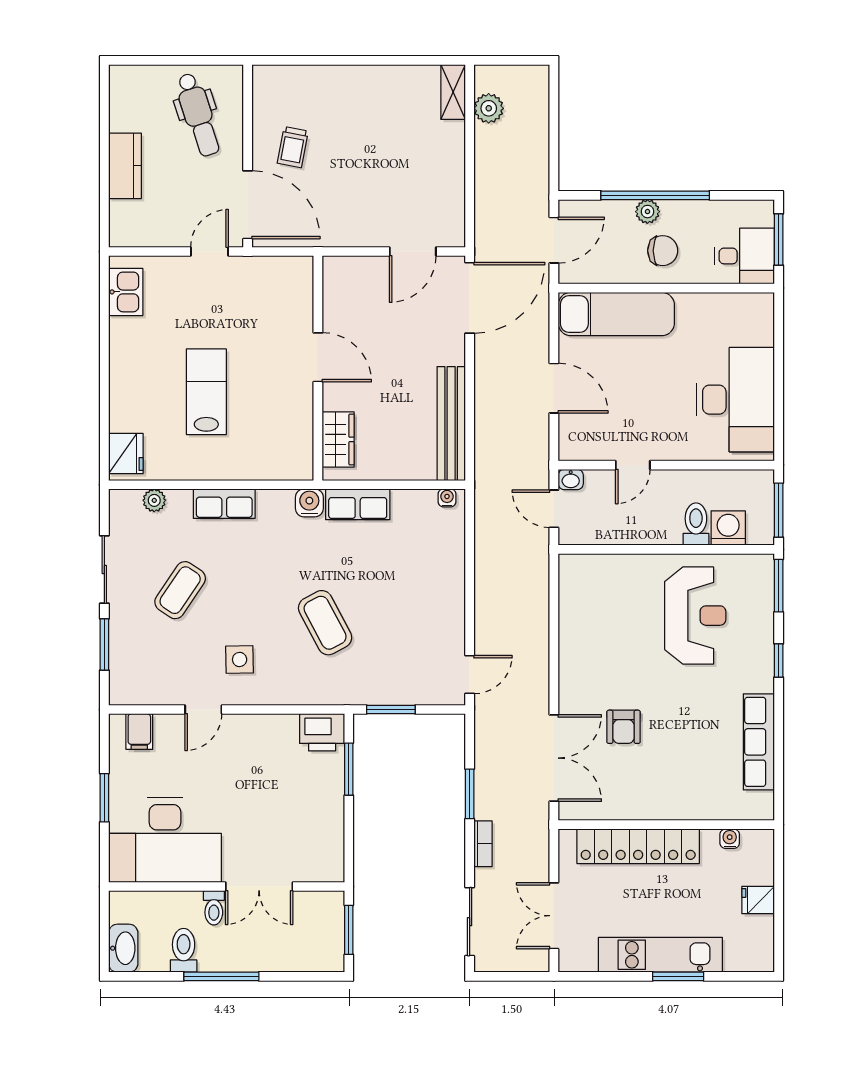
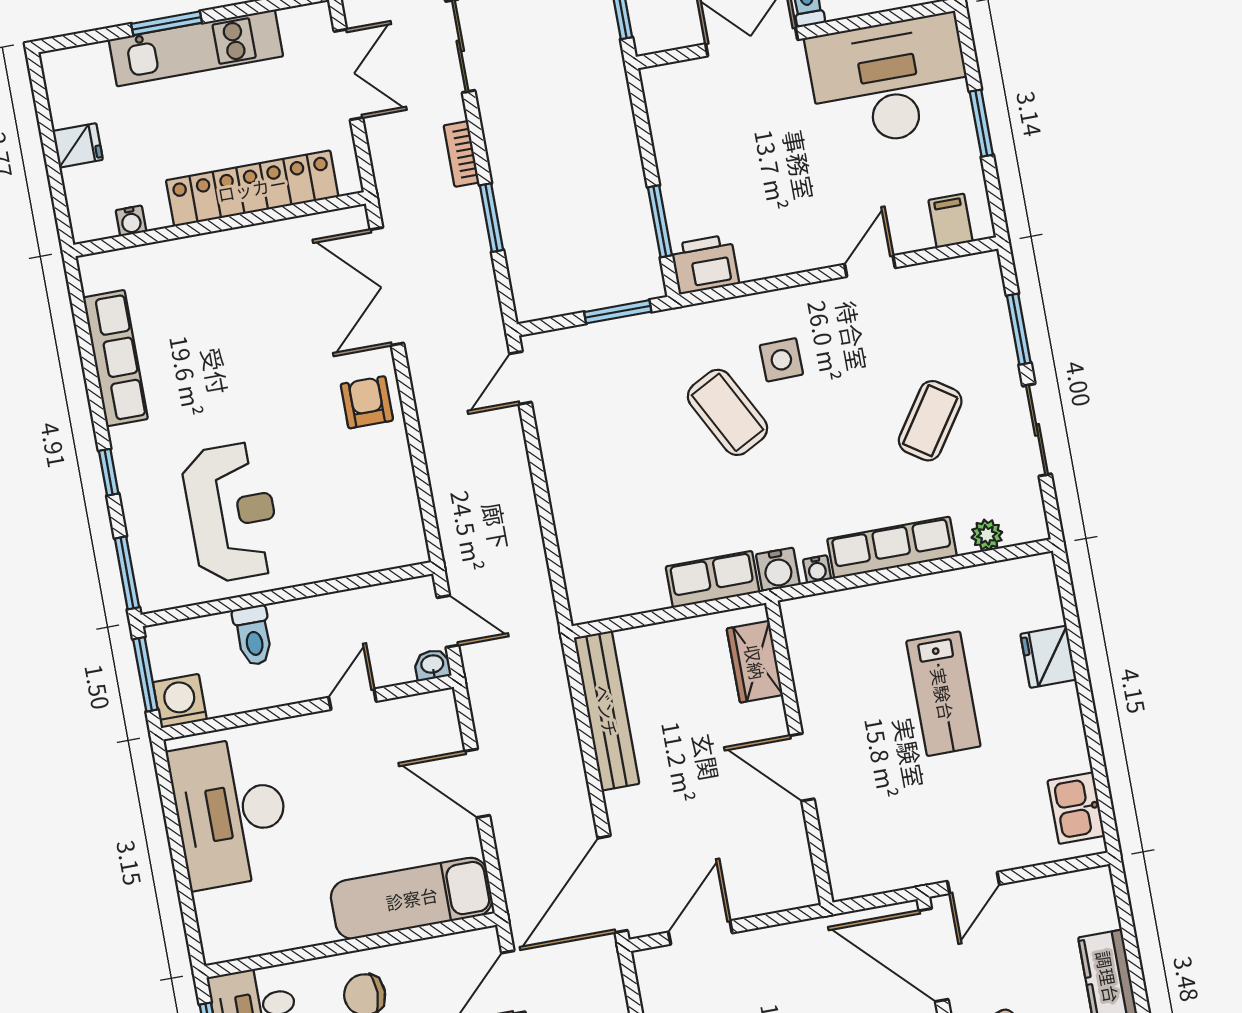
fridge: (126, 454) -> (1048, 657), moved
water cooler: (447, 498) -> (817, 569), moved
row of seats: (224, 504) -> (892, 548), width x1.48
washing machine: (728, 528) -> (180, 701), moved, turned 180
reception desk: (695, 616) -> (232, 512), turned 180
side table: (240, 659) -> (781, 360), moved
armchair: (624, 727) -> (367, 402), moved

